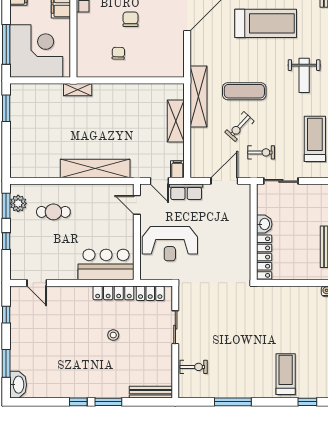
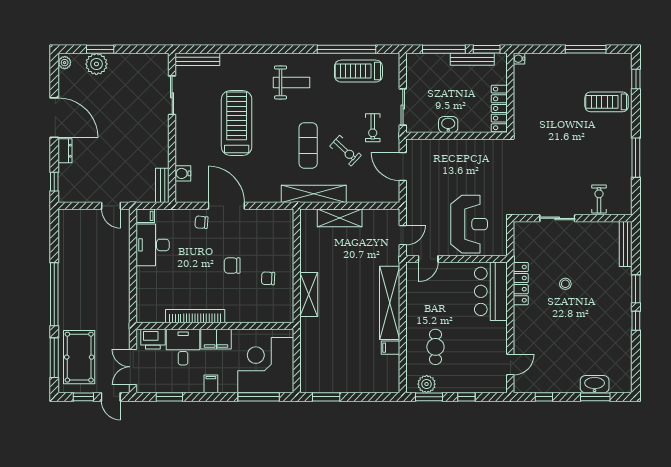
shelving: (78, 90) -> (309, 295), moved, width x1.50, depth x1.33
exercise bike: (261, 152) -> (373, 128), turned 180
filing cabinet: (177, 169) -> (391, 348), moved
row of seats: (186, 192) -> (414, 207), removed
locker: (264, 257) -> (499, 108), moved, turned -90
locker: (150, 293) -> (521, 245), removed
washbasin: (18, 385) -> (595, 384), moved

